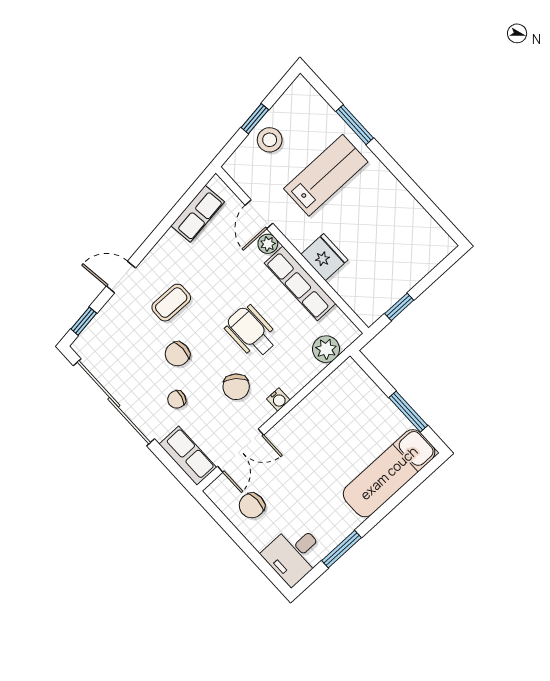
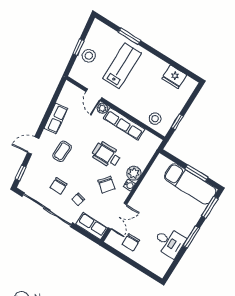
row of seats: (198, 214) -> (56, 118), moved
fridge: (324, 257) -> (174, 77), moved, turned 180
stool: (360, 290) -> (155, 119), added
plant: (326, 349) -> (134, 173), moved
chair: (177, 354) -> (59, 186), moved
exam couch: (389, 473) -> (190, 184), moved, turned -90
window: (415, 482) -> (210, 207), added
window: (341, 549) -> (191, 237), moved
desk: (294, 554) -> (169, 242), moved, turned -90

